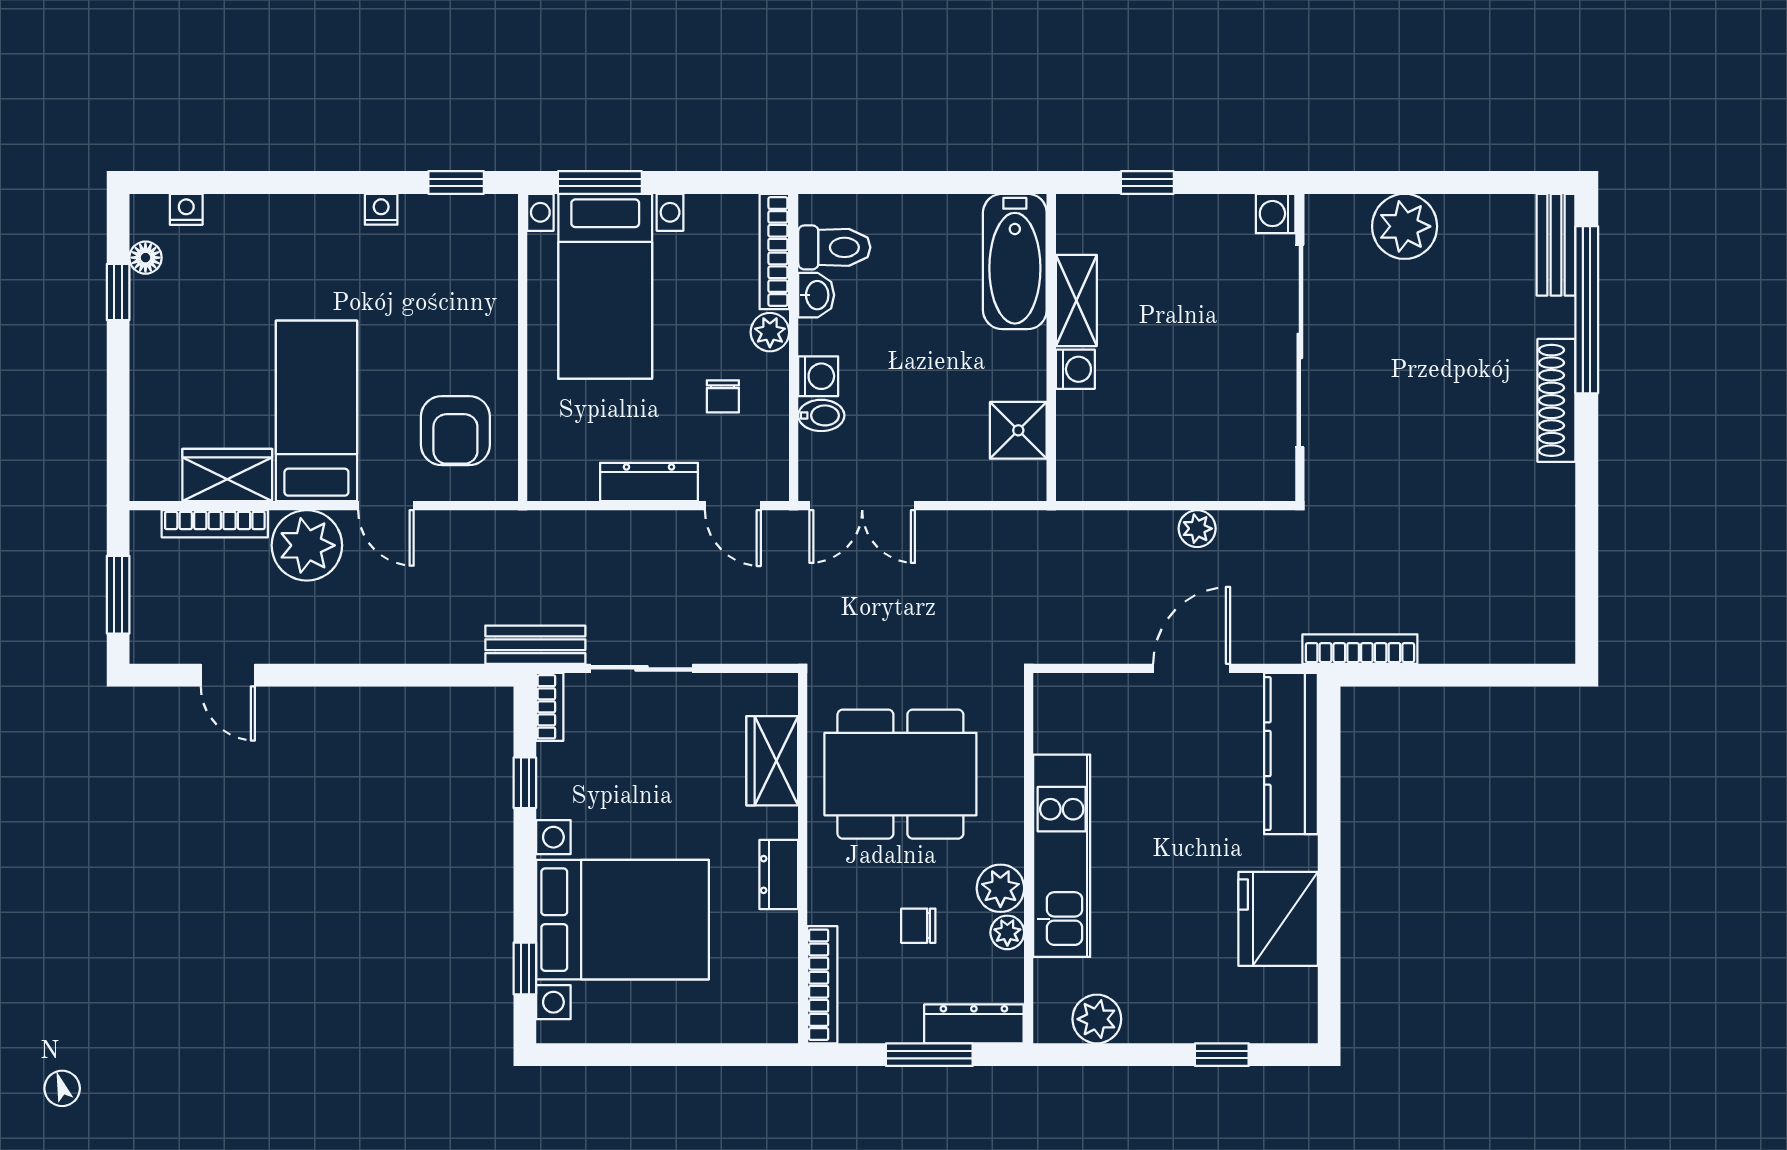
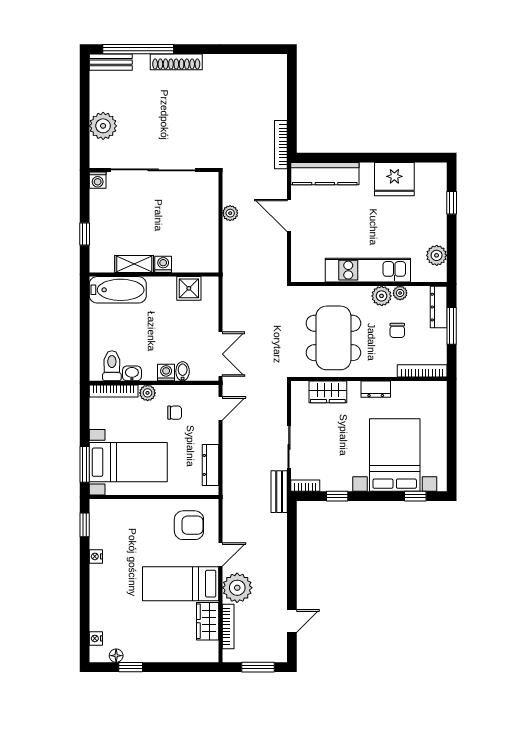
dresser: (649, 482) -> (211, 465), moved

